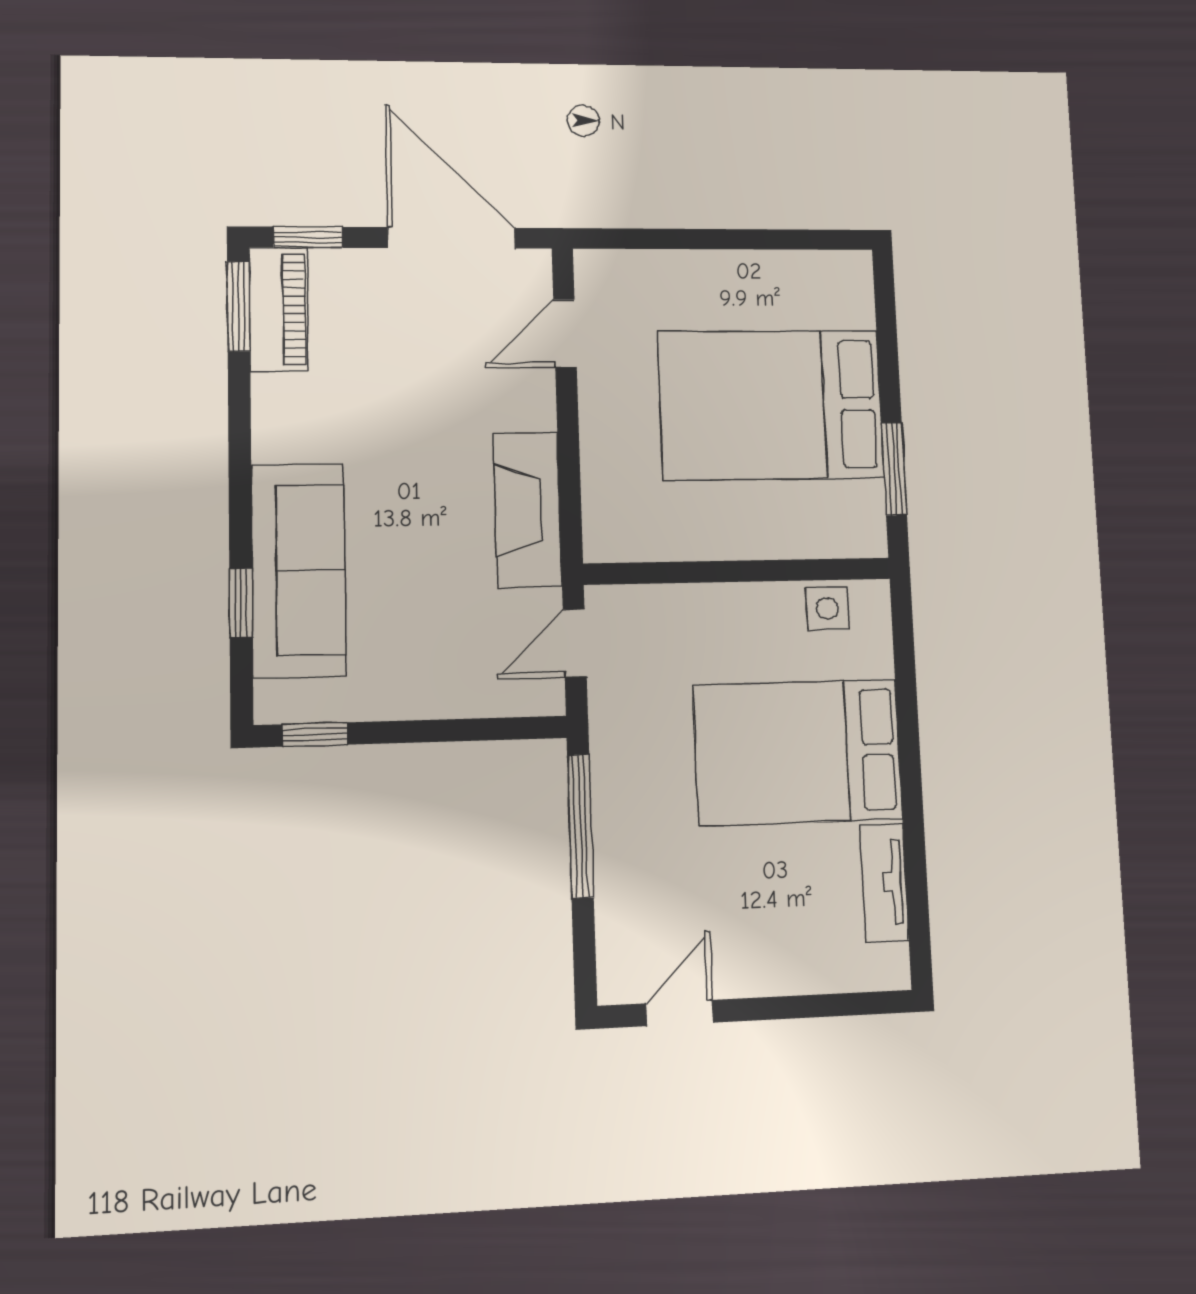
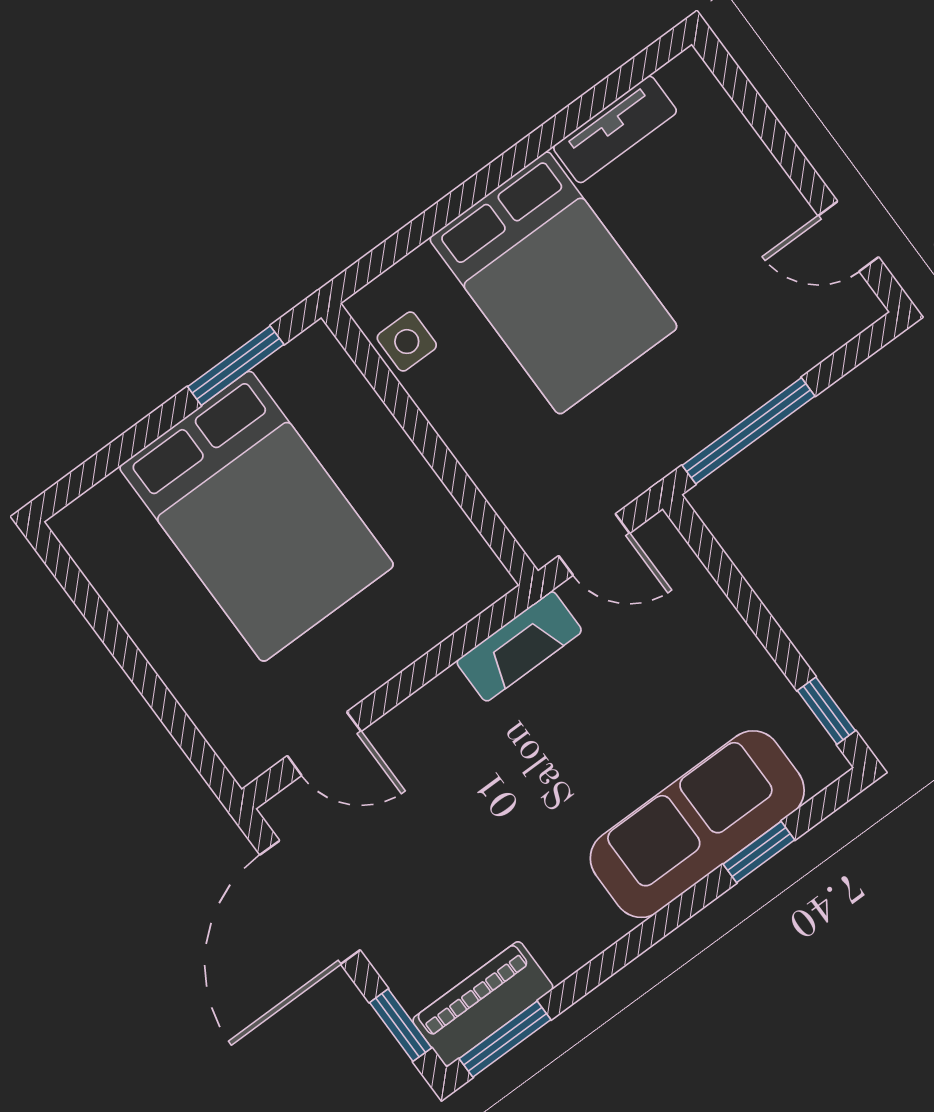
fireplace: (528, 510) -> (519, 646), width x0.73, depth x0.76

